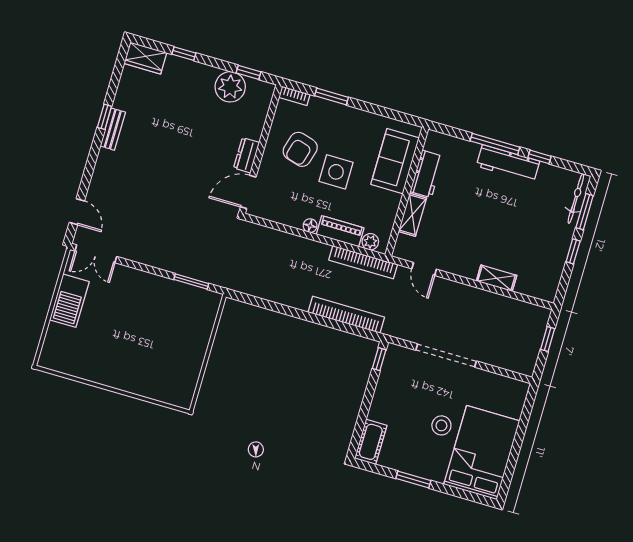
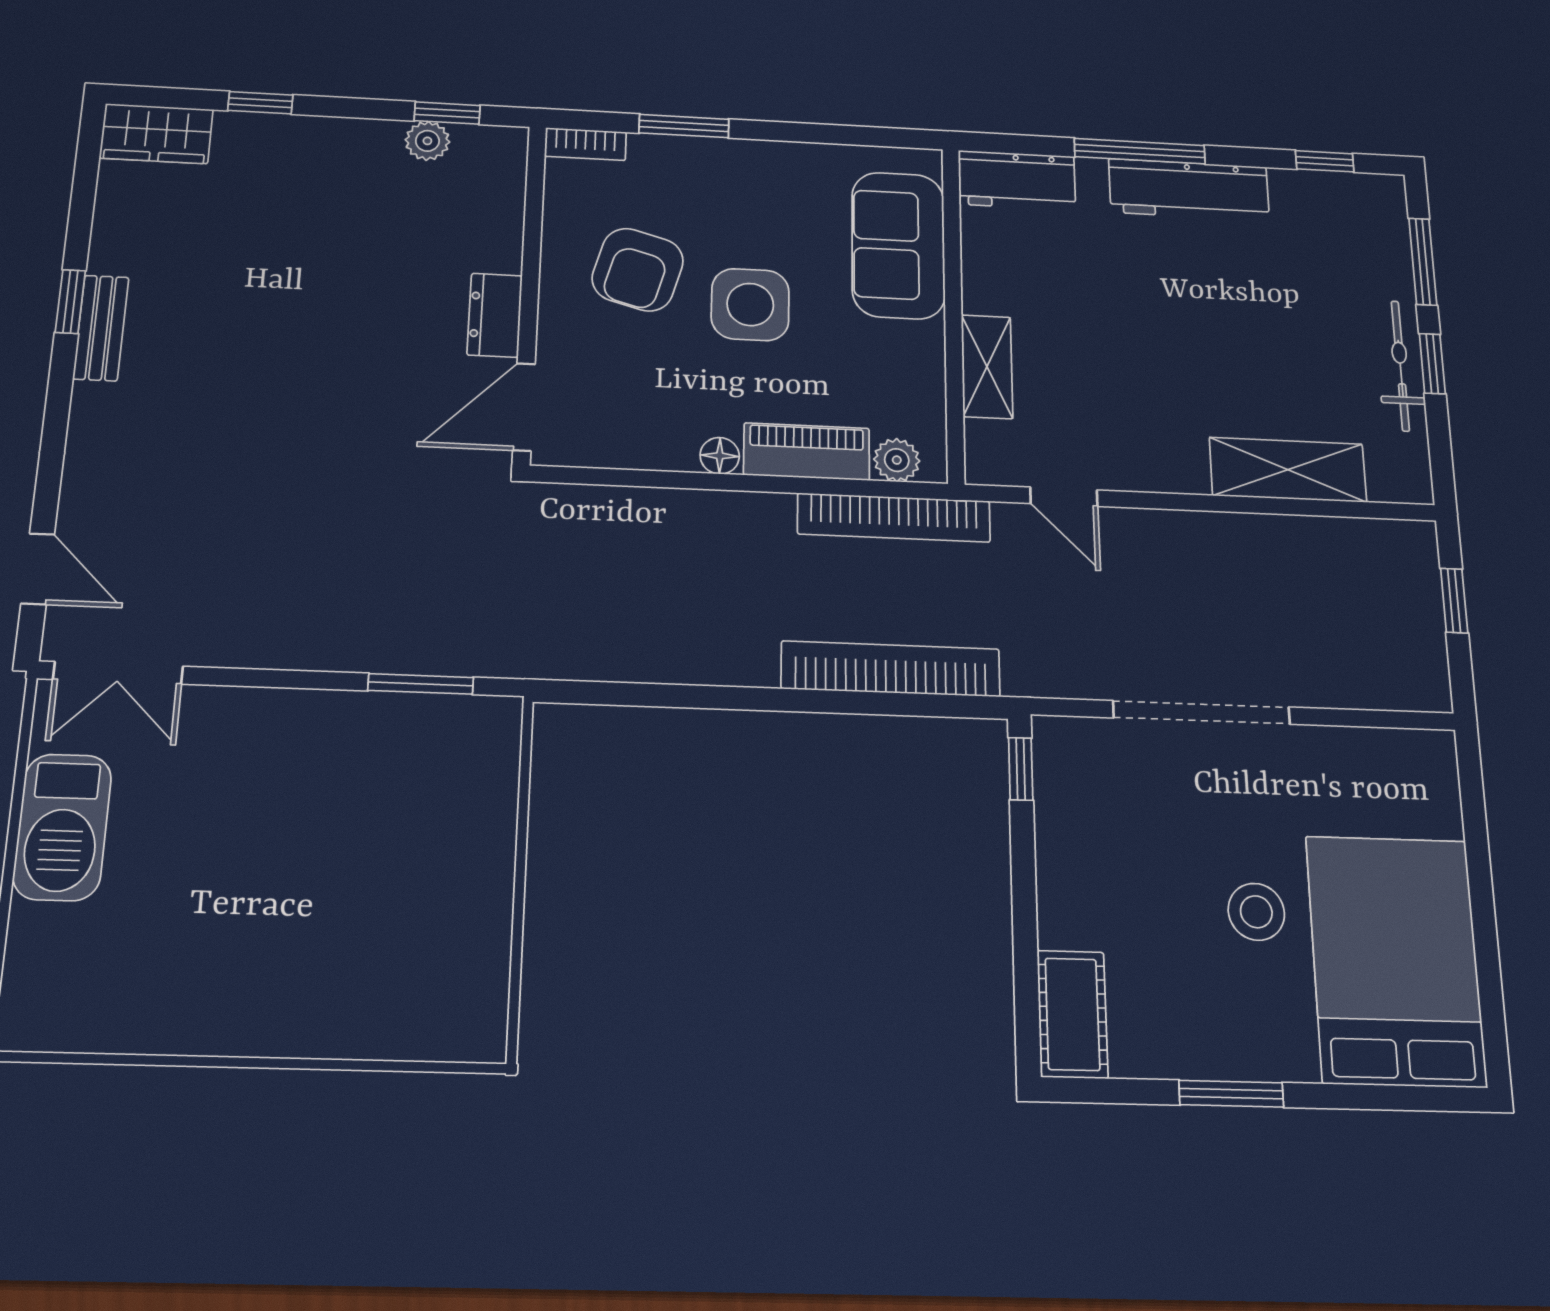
plant: (230, 87) -> (427, 141), width x0.53, depth x0.53
window: (540, 157) -> (1325, 161), moved
workbench: (427, 174) -> (1017, 180), moved, turned 90
bicycle: (576, 198) -> (1400, 366), moved
shelving: (497, 278) -> (1288, 470), width x1.50, depth x1.33

